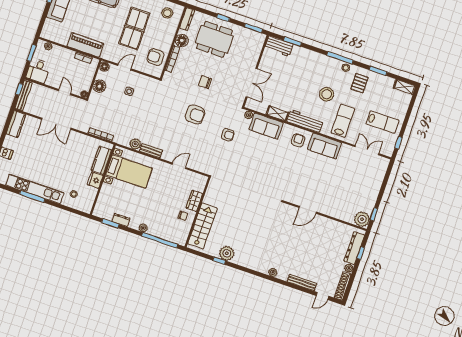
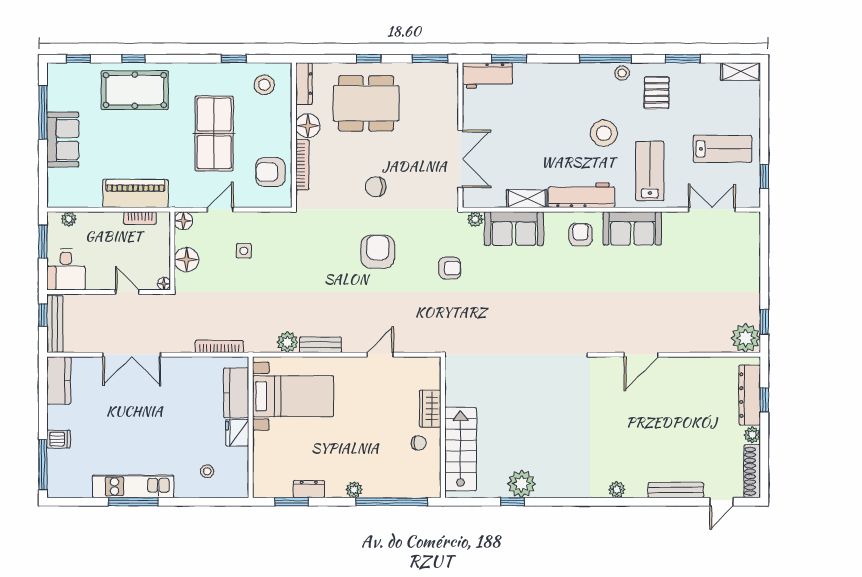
armchair: (195, 115) -> (378, 252), turned -90
kitchen unit: (35, 189) -> (133, 486), width x0.73

